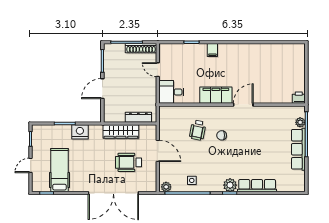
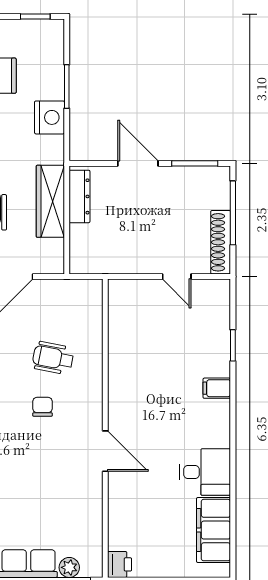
door: (158, 70) -> (177, 277), swing flipped
desk: (171, 92) -> (205, 472), moved, turned 90
filing cabinet: (216, 95) -> (214, 530), moved, turned 180
dresser: (138, 117) -> (79, 196), moved

